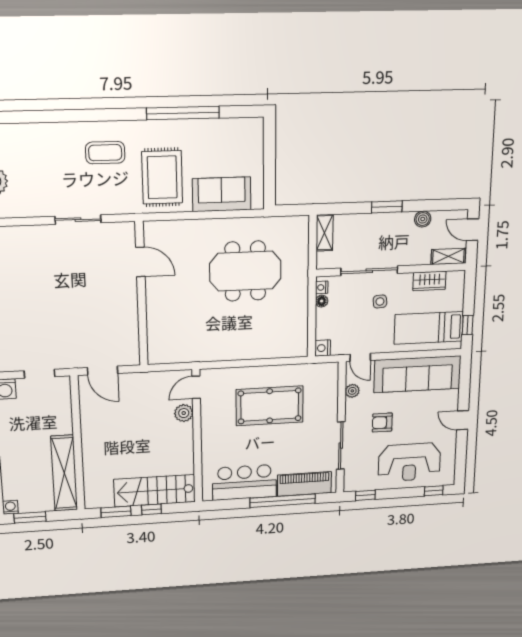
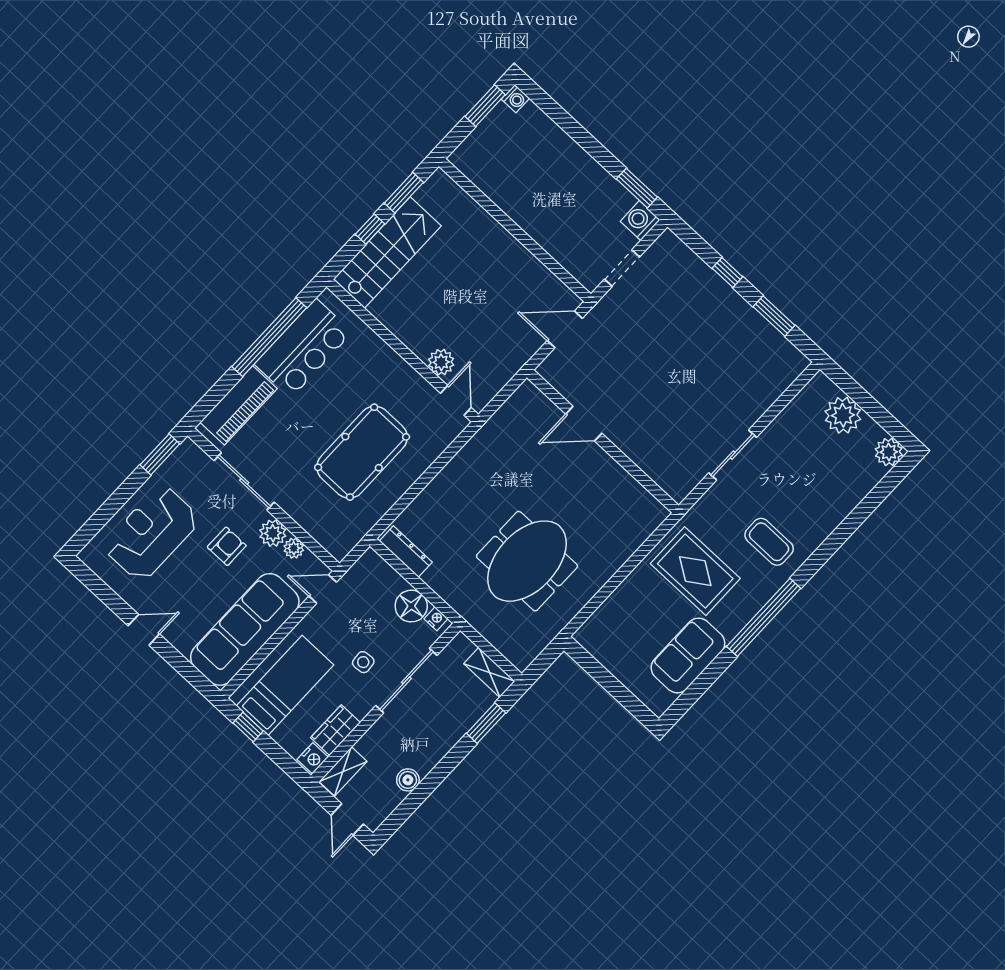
window: (183, 113) -> (764, 617), moved
coffee table: (105, 153) -> (769, 542), turned 90
sofa: (222, 194) -> (688, 656), moved, turned 180
window: (387, 207) -> (486, 723), moved
door: (473, 230) -> (347, 820), swing flipped
door: (140, 262) -> (584, 424), moved
floor lamp: (322, 301) -> (411, 606), width x1.89, depth x1.89
dresser: (301, 336) -> (406, 552), added
nightstand: (323, 348) -> (313, 758), moved, turned 90
plant: (354, 408) -> (273, 533), added
shelving: (64, 473) -> (497, 186), removed
window: (434, 491) -> (91, 528), removed
window: (365, 495) -> (160, 454), width x1.50
window: (283, 501) -> (269, 337), moved

